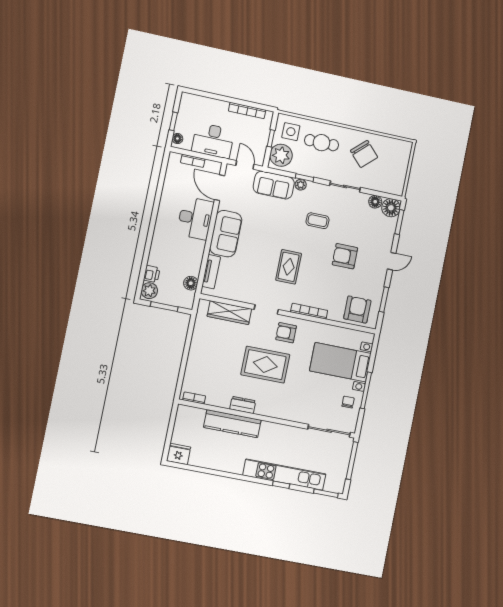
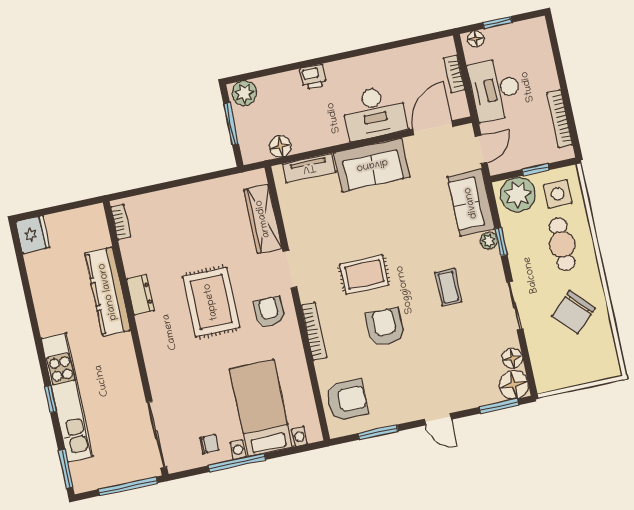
armchair: (345, 256) -> (385, 327), moved
printer: (152, 274) -> (313, 77), moved

